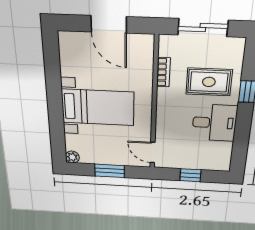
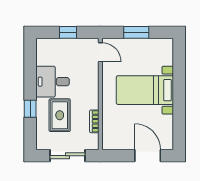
door: (109, 24) -> (148, 156), moved
rug: (209, 82) -> (60, 115), turned 90
plant: (72, 157) -> (168, 44), removed

